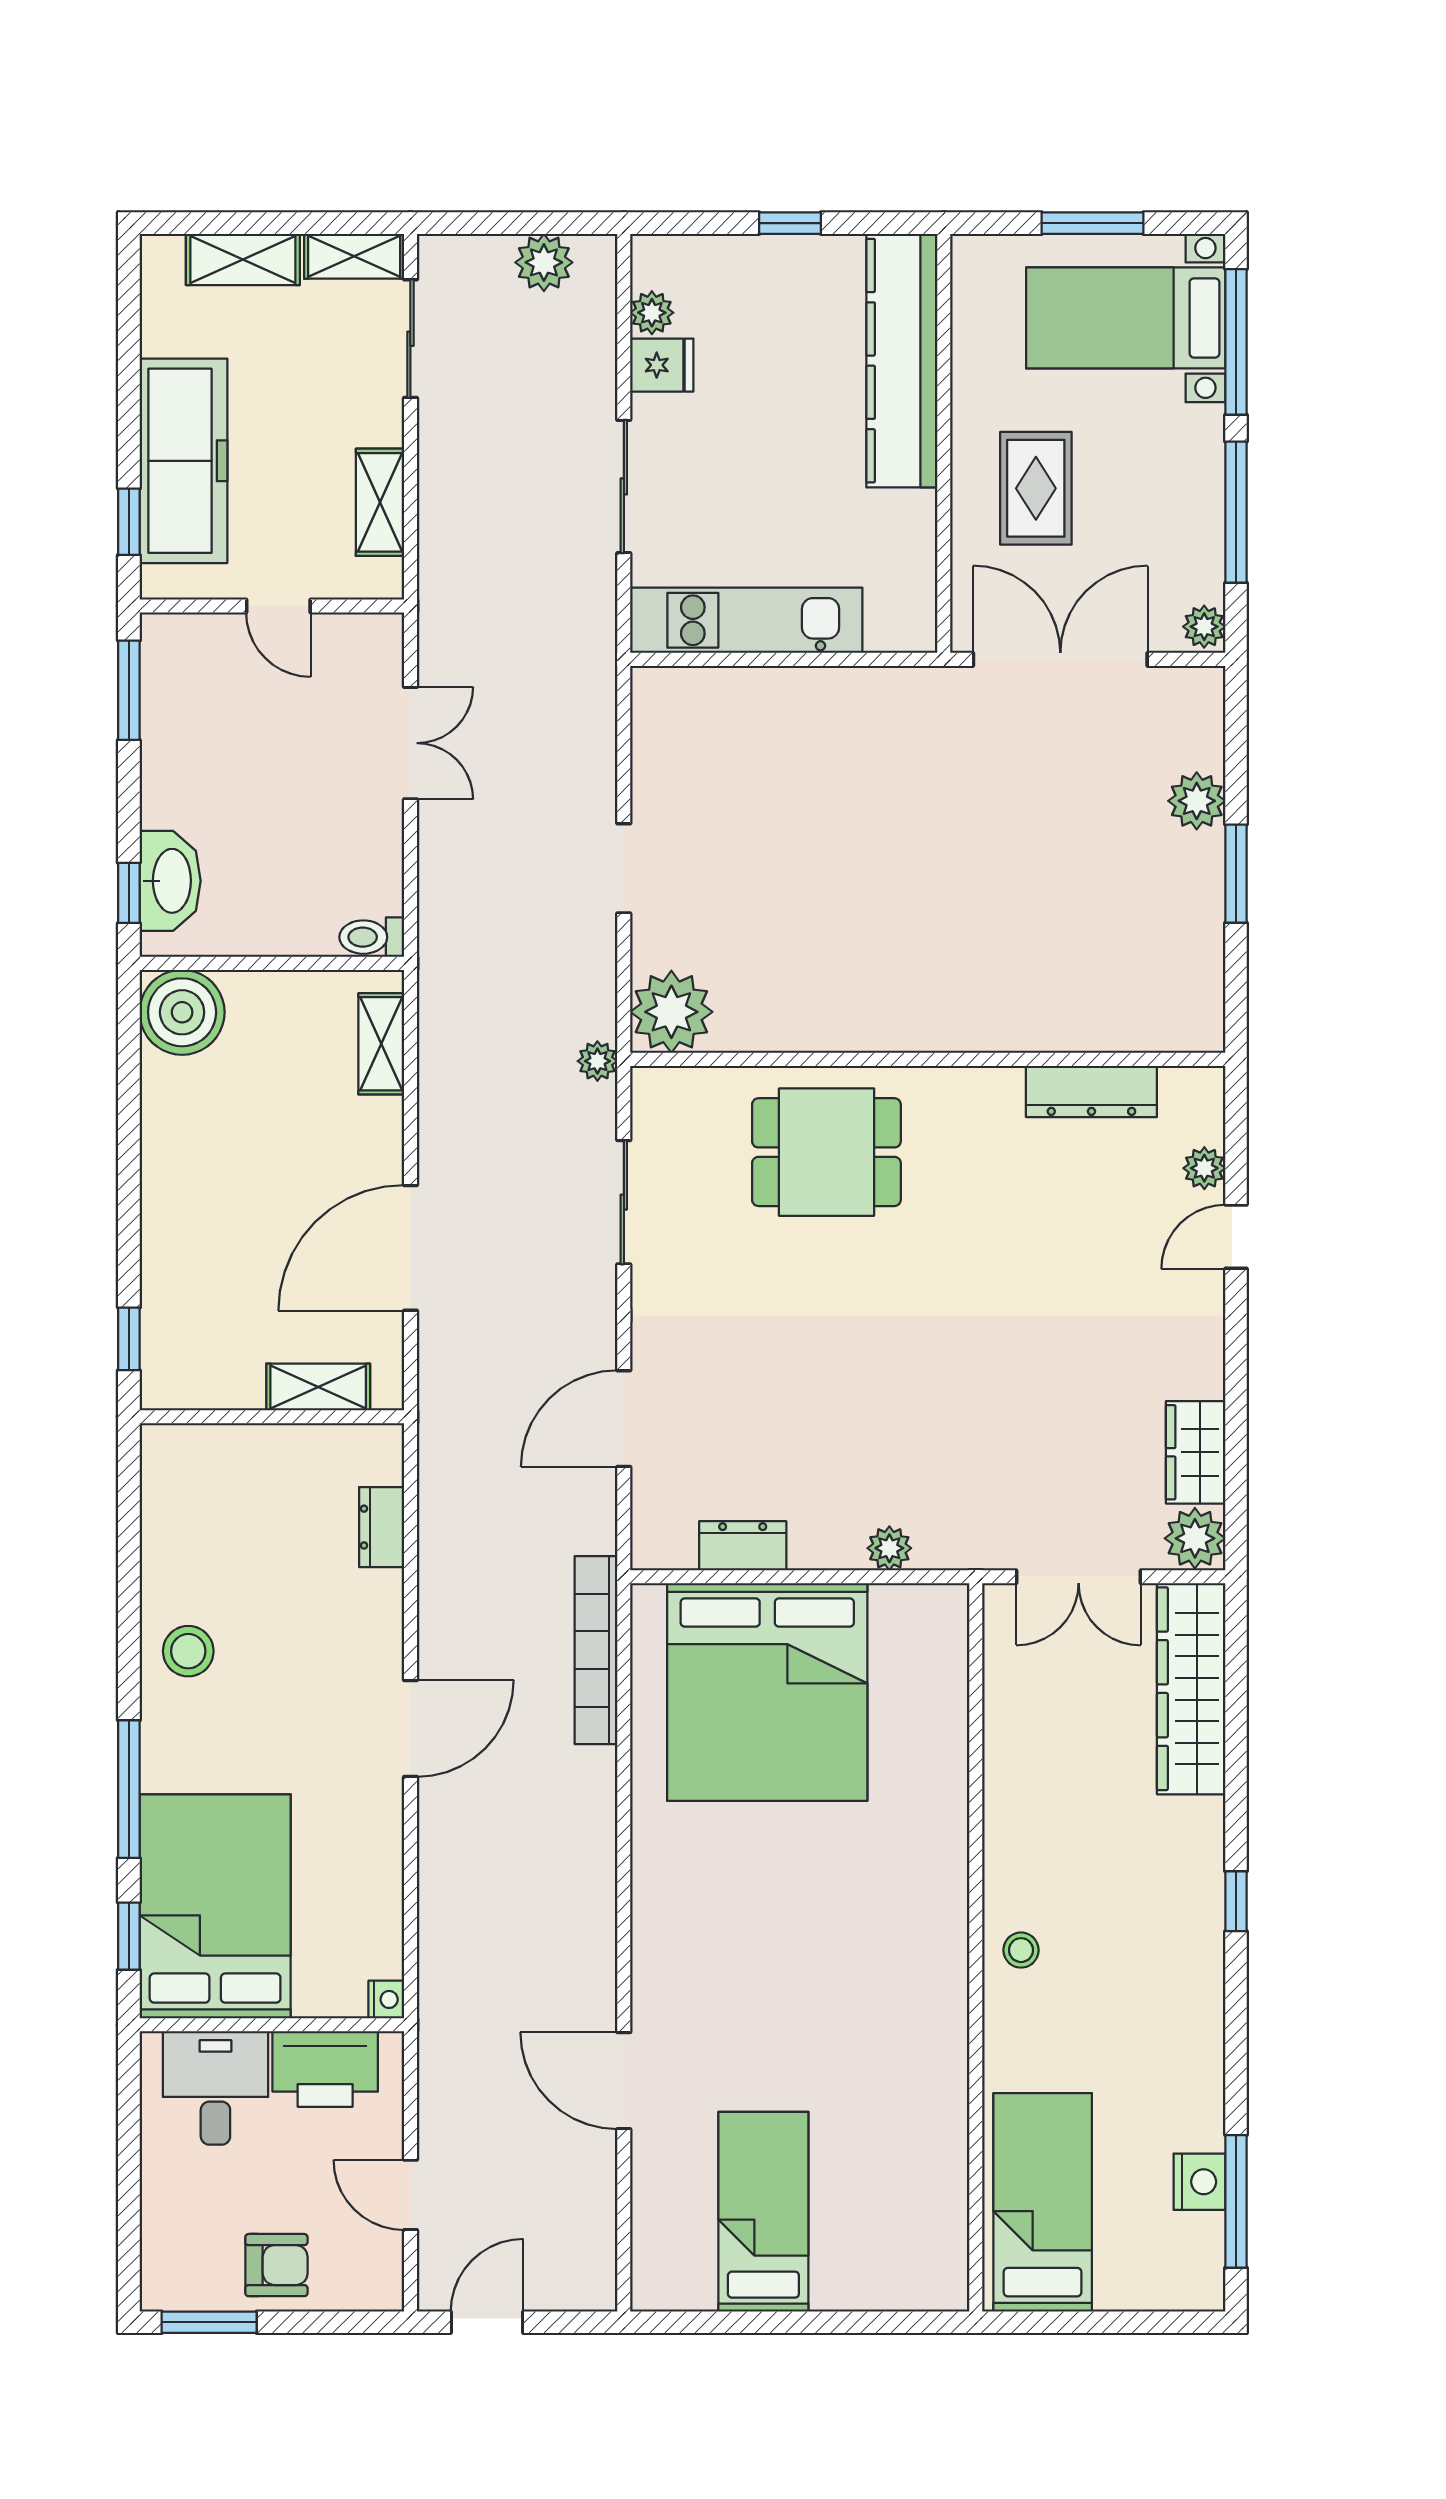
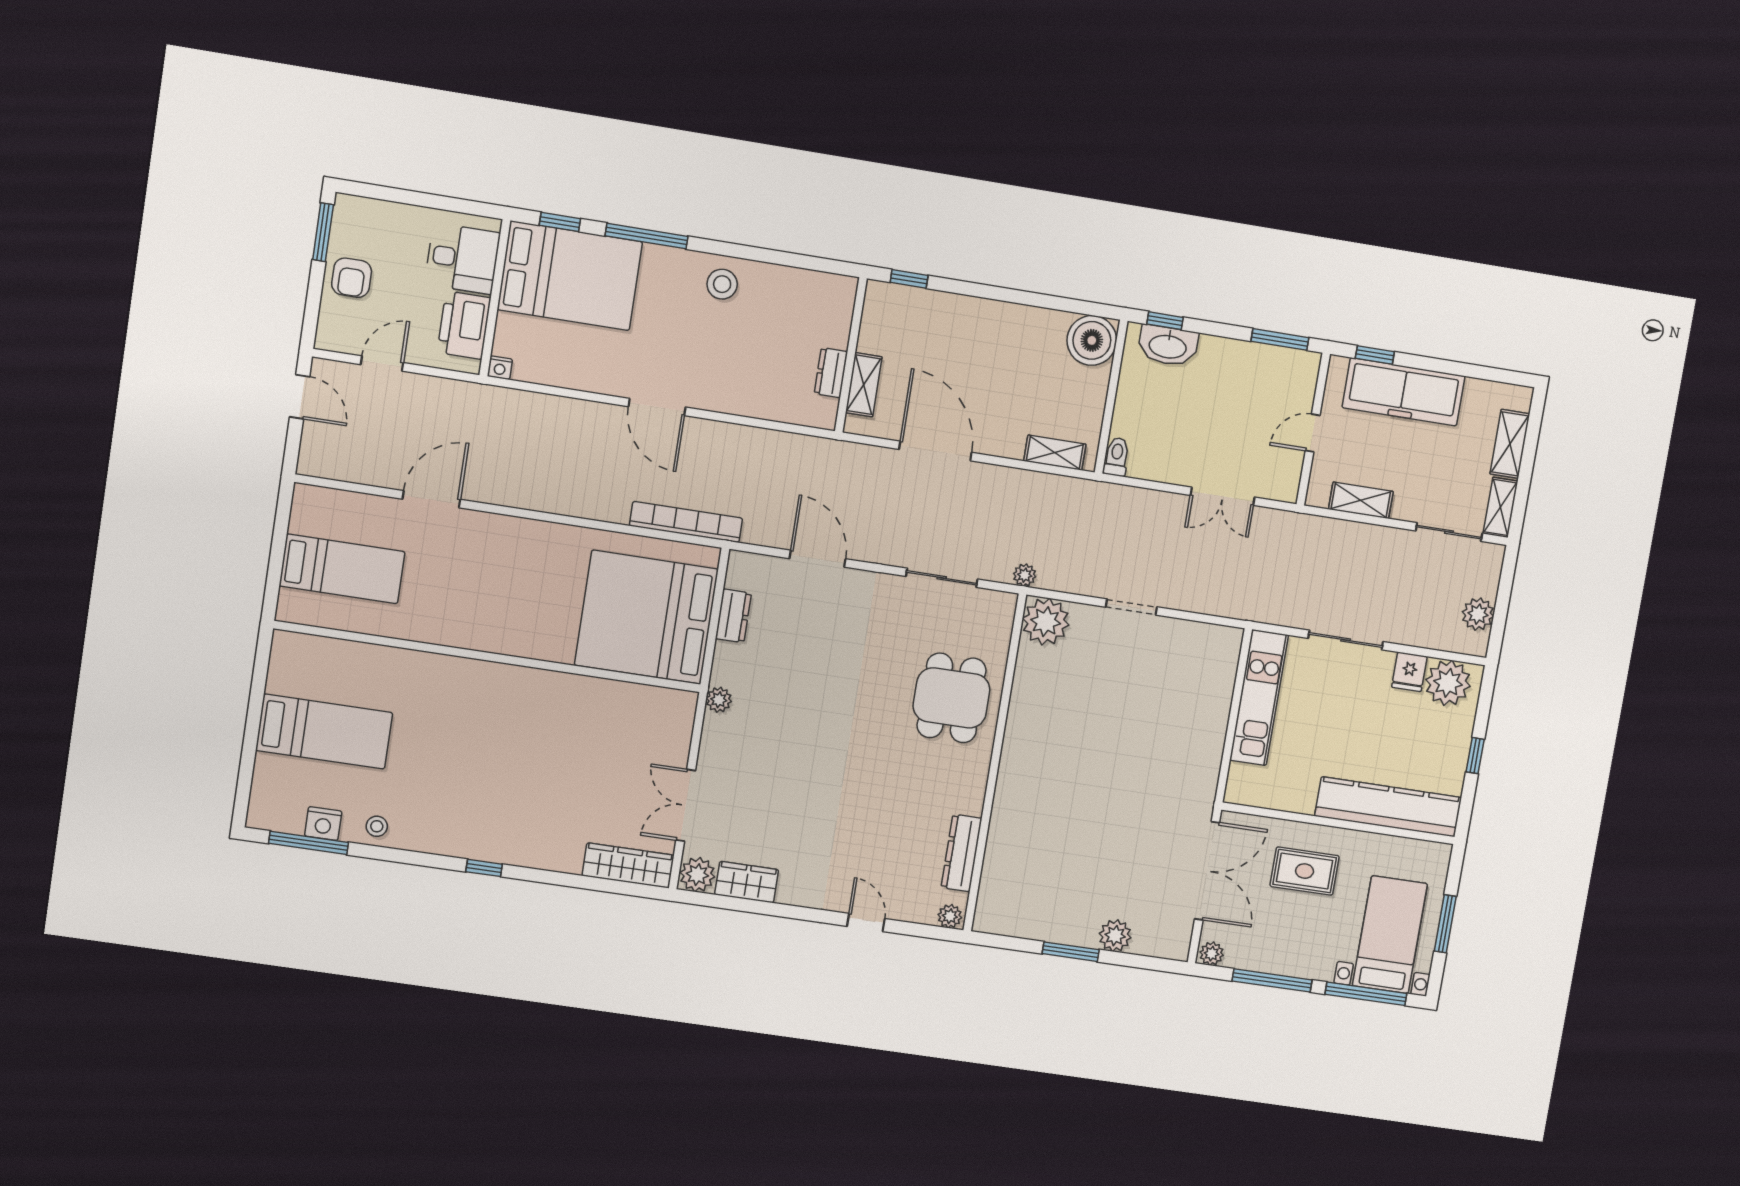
plant: (652, 313) -> (1448, 683), width x1.88, depth x1.88
plant: (1204, 1168) -> (950, 916), moved
dresser: (382, 1527) -> (831, 373), moved, turned -90
wardrobe: (1191, 1689) -> (628, 865), width x0.71, depth x0.85
wall: (976, 1947) -> (488, 657), moved
stool: (1021, 1950) -> (377, 826), moved

